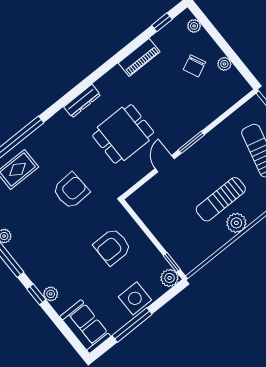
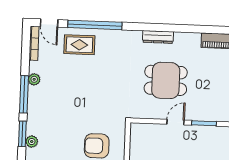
armchair: (71, 191) -> (101, 88), removed
window: (36, 294) -> (22, 134), width x1.50

